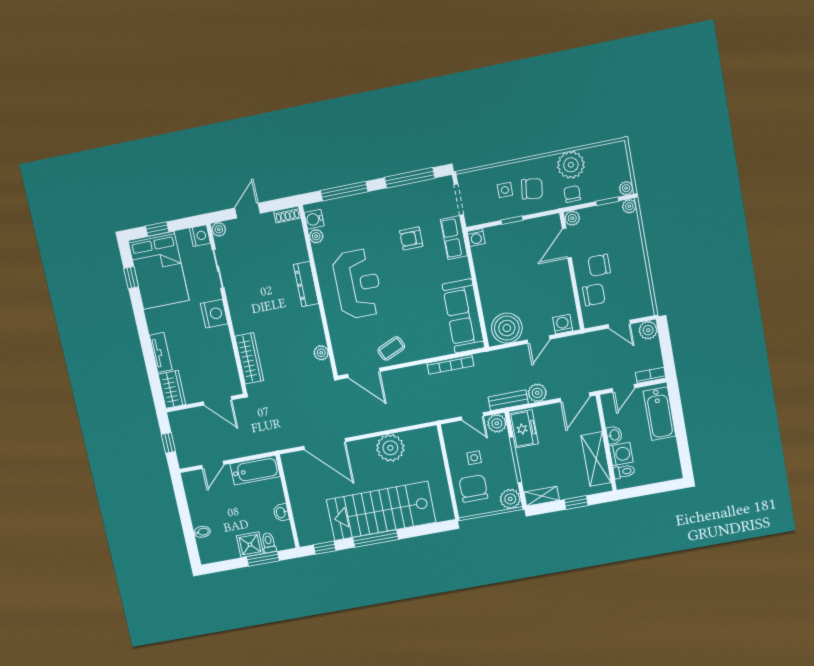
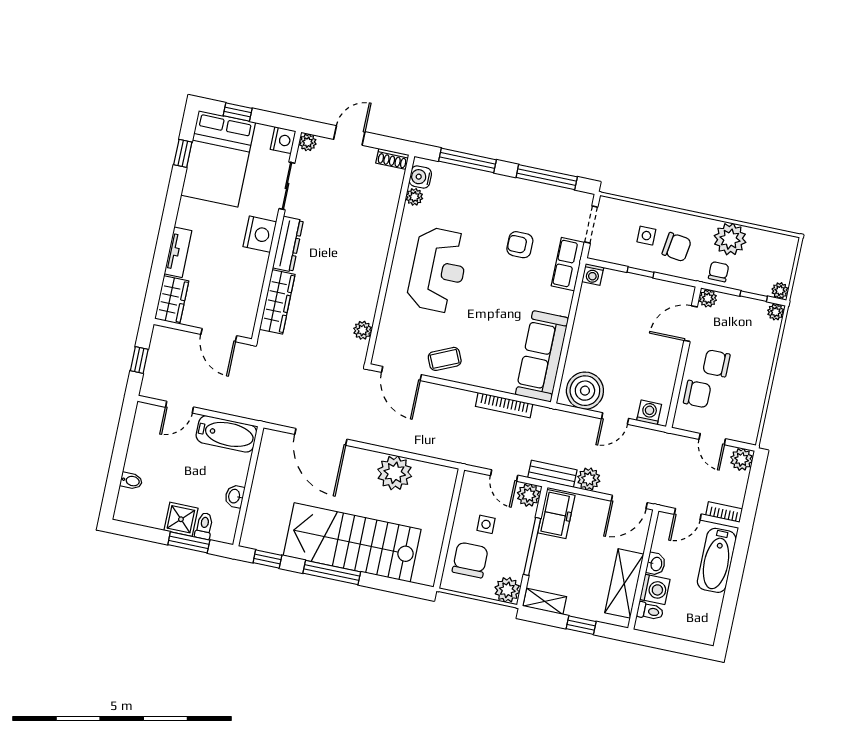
dresser: (306, 284) -> (288, 244), moved, turned 180

